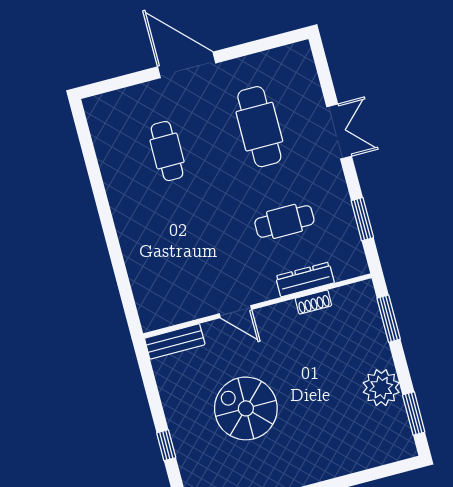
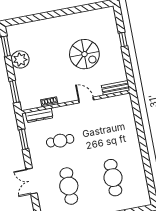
cafe table: (167, 151) -> (113, 178), width x1.37, depth x1.35
dresser: (305, 279) -> (39, 115), moved

